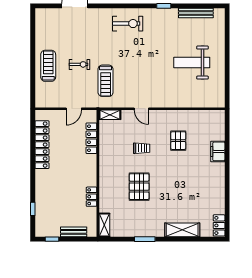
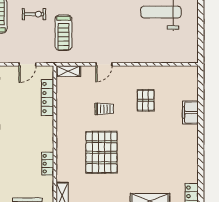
door: (141, 109) -> (104, 64), hinge flipped
pallet: (139, 187) -> (101, 152), width x1.37, depth x1.41

